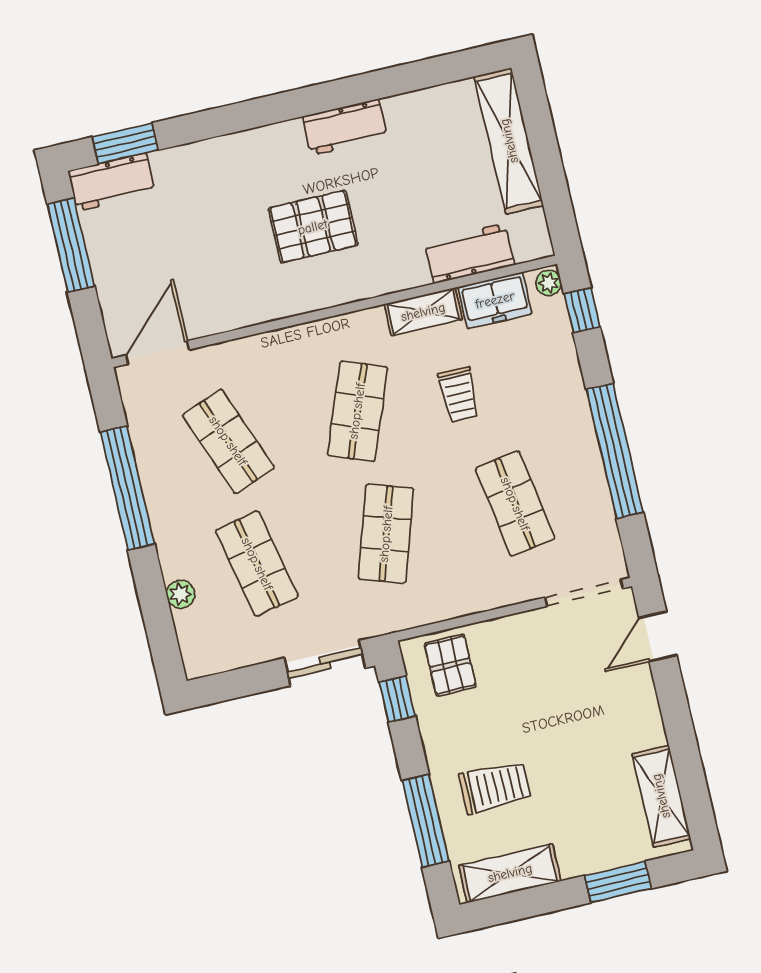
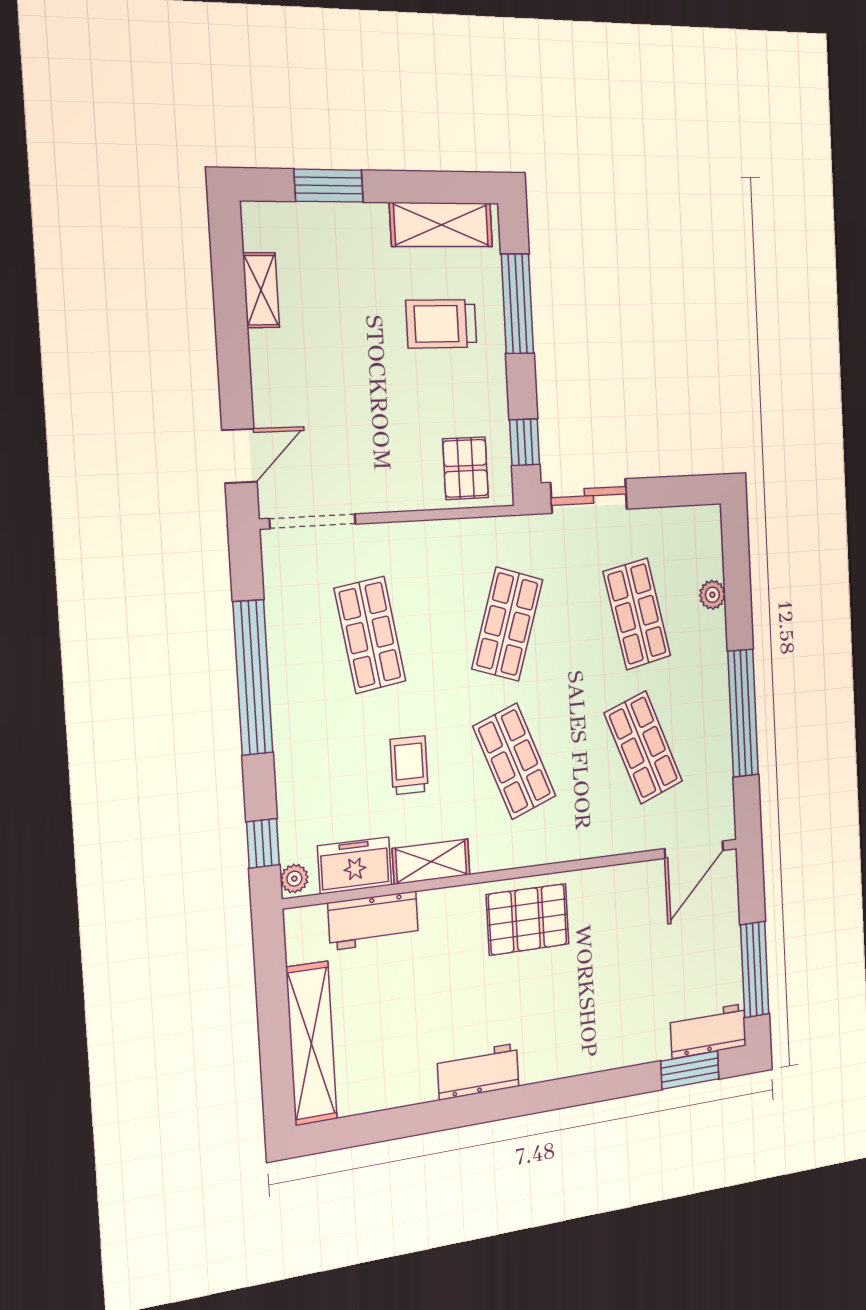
pallet: (313, 227) -> (528, 919), moved
shop shelf: (357, 411) -> (514, 761), turned -42
shelving: (661, 796) -> (261, 290), width x0.67, depth x0.75

